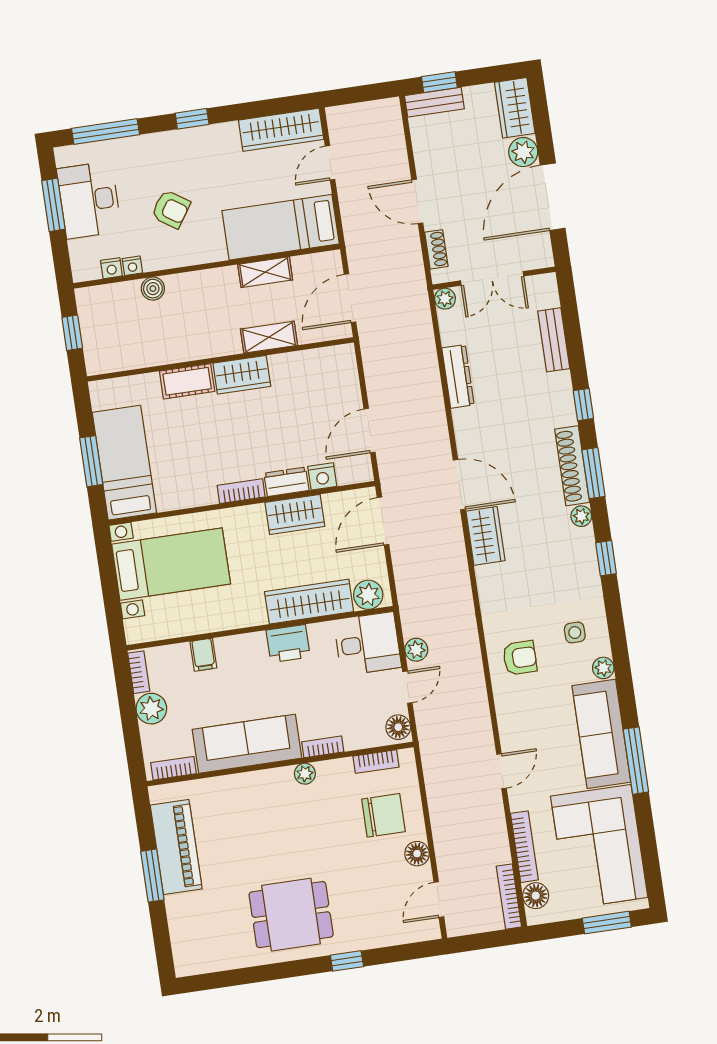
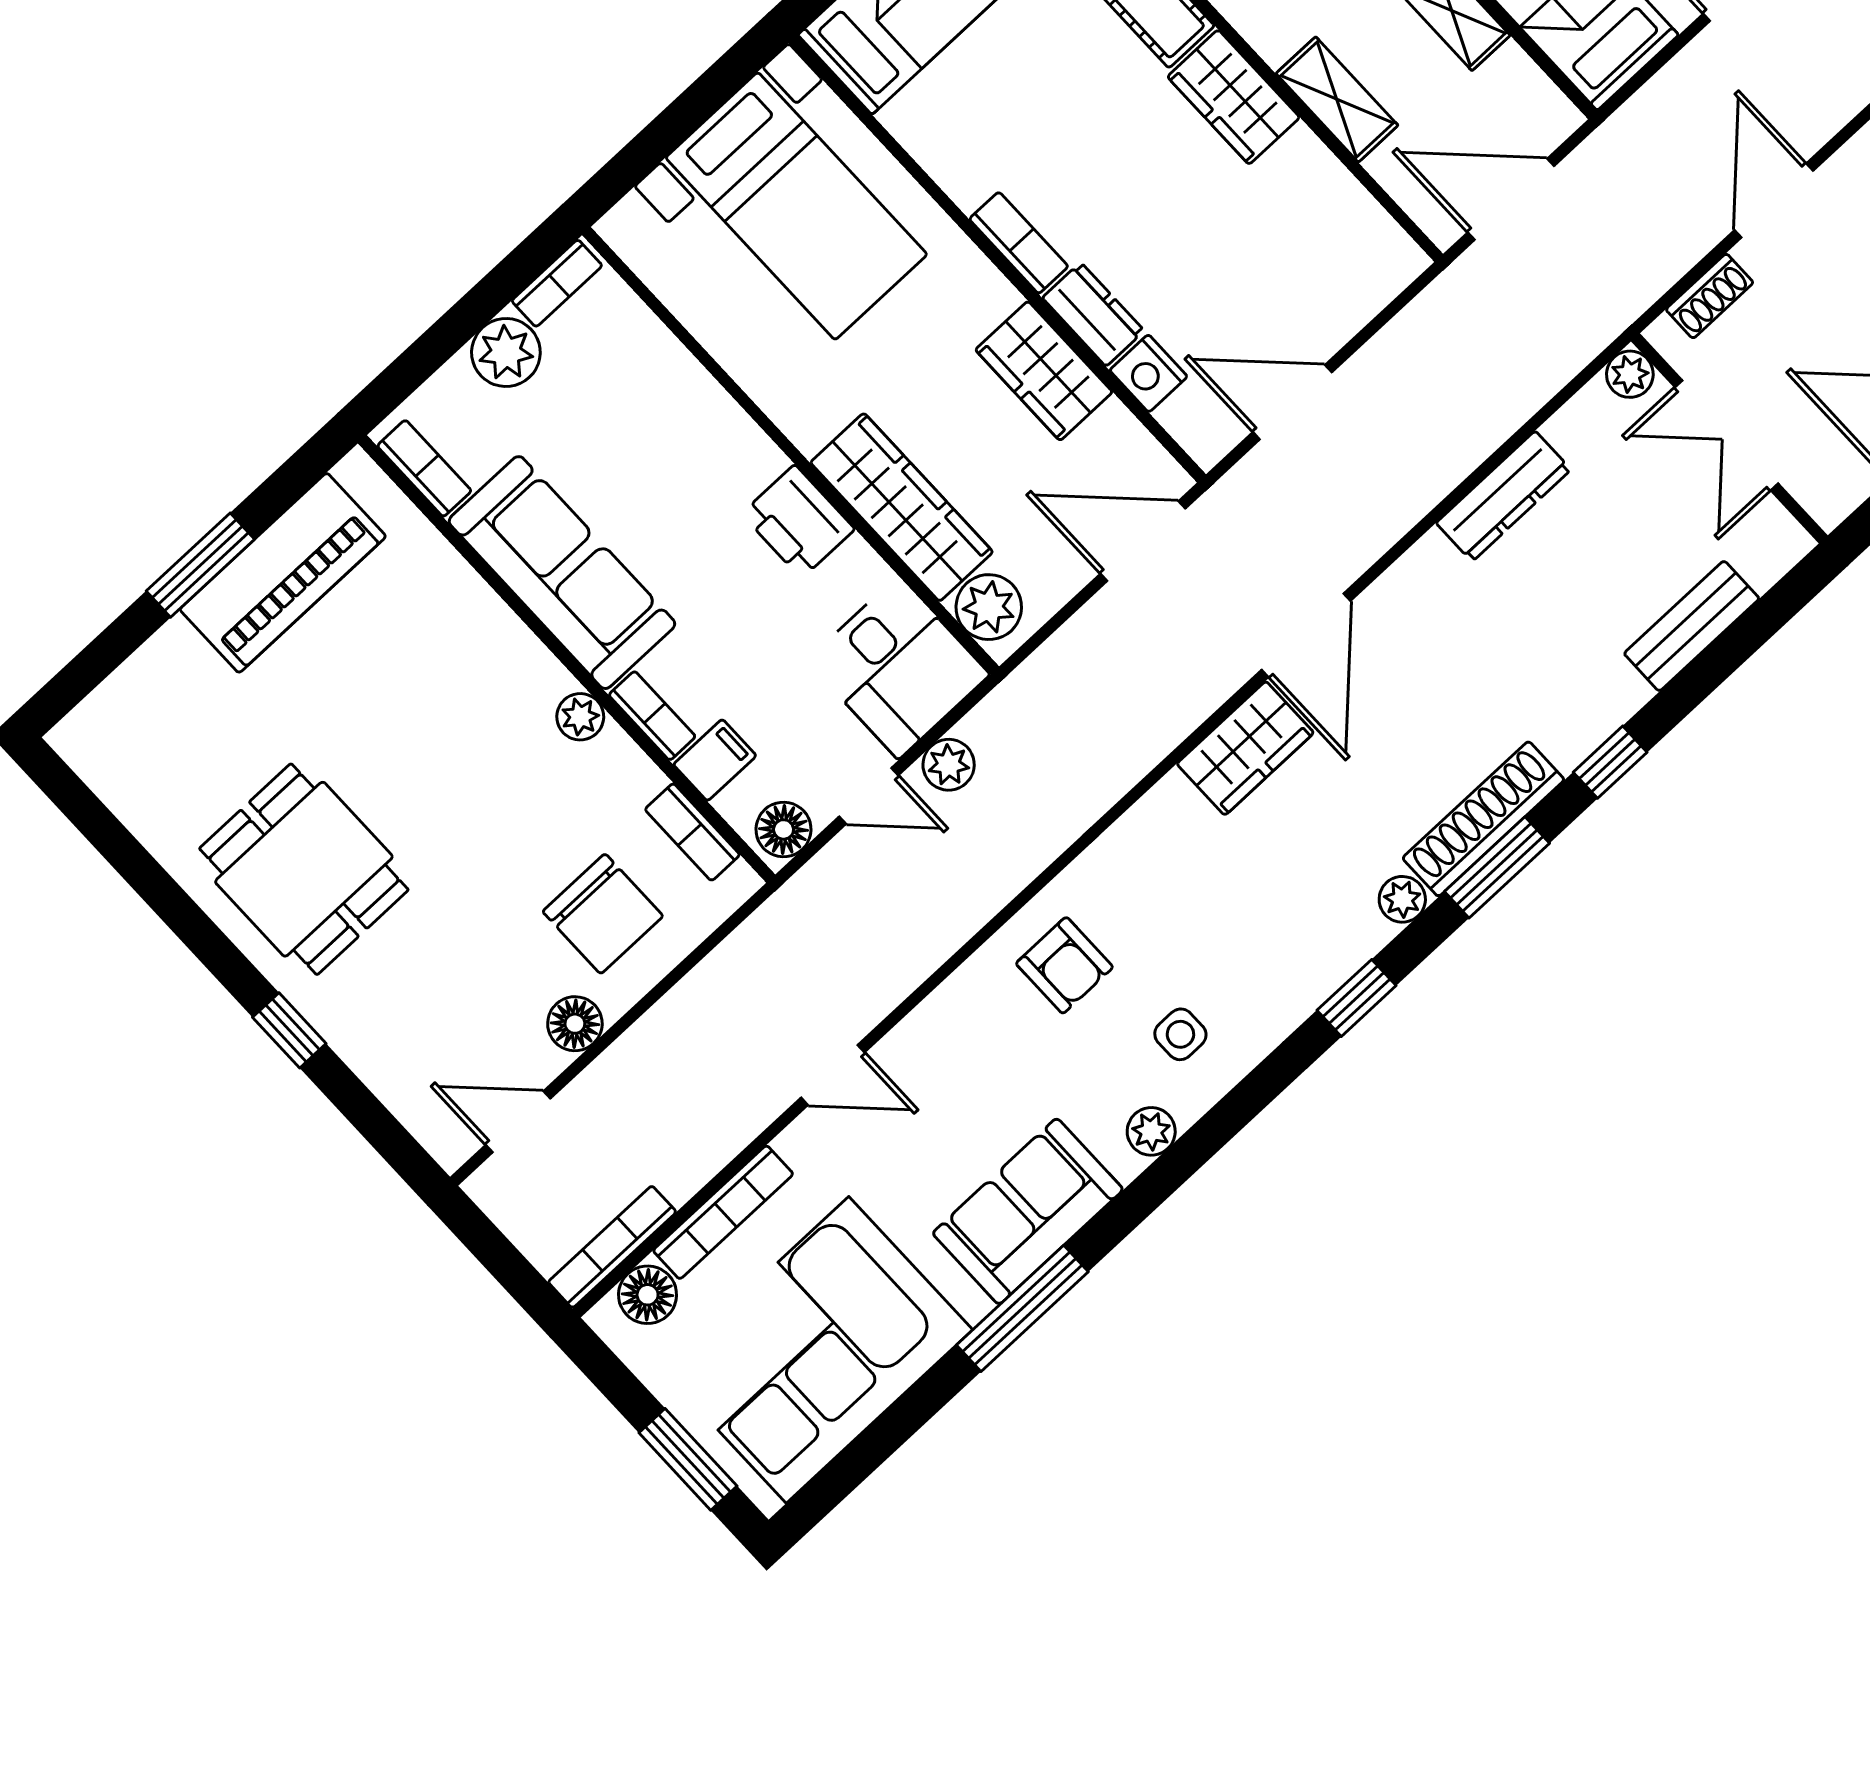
filing cabinet: (203, 655) -> (715, 760), moved, turned 180
sofa: (601, 734) -> (1028, 1211), width x0.73

